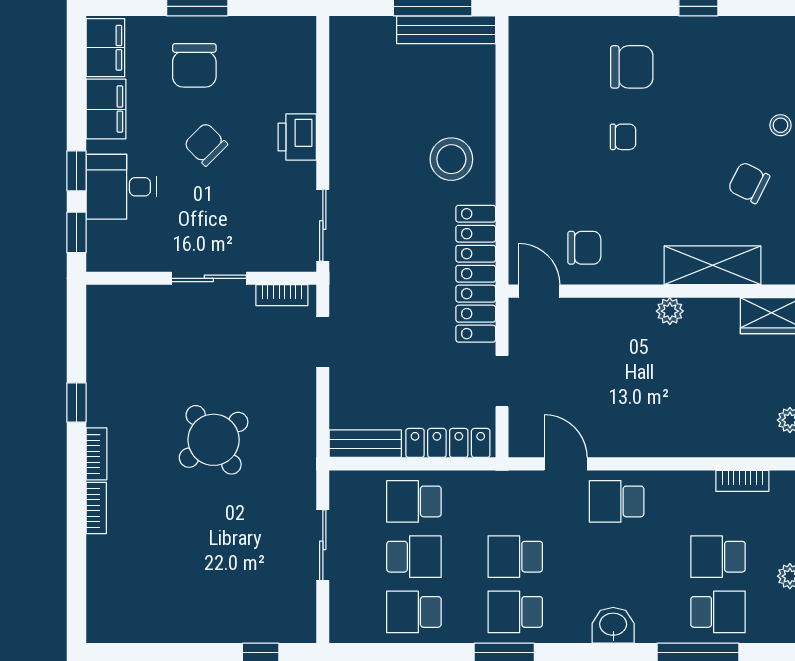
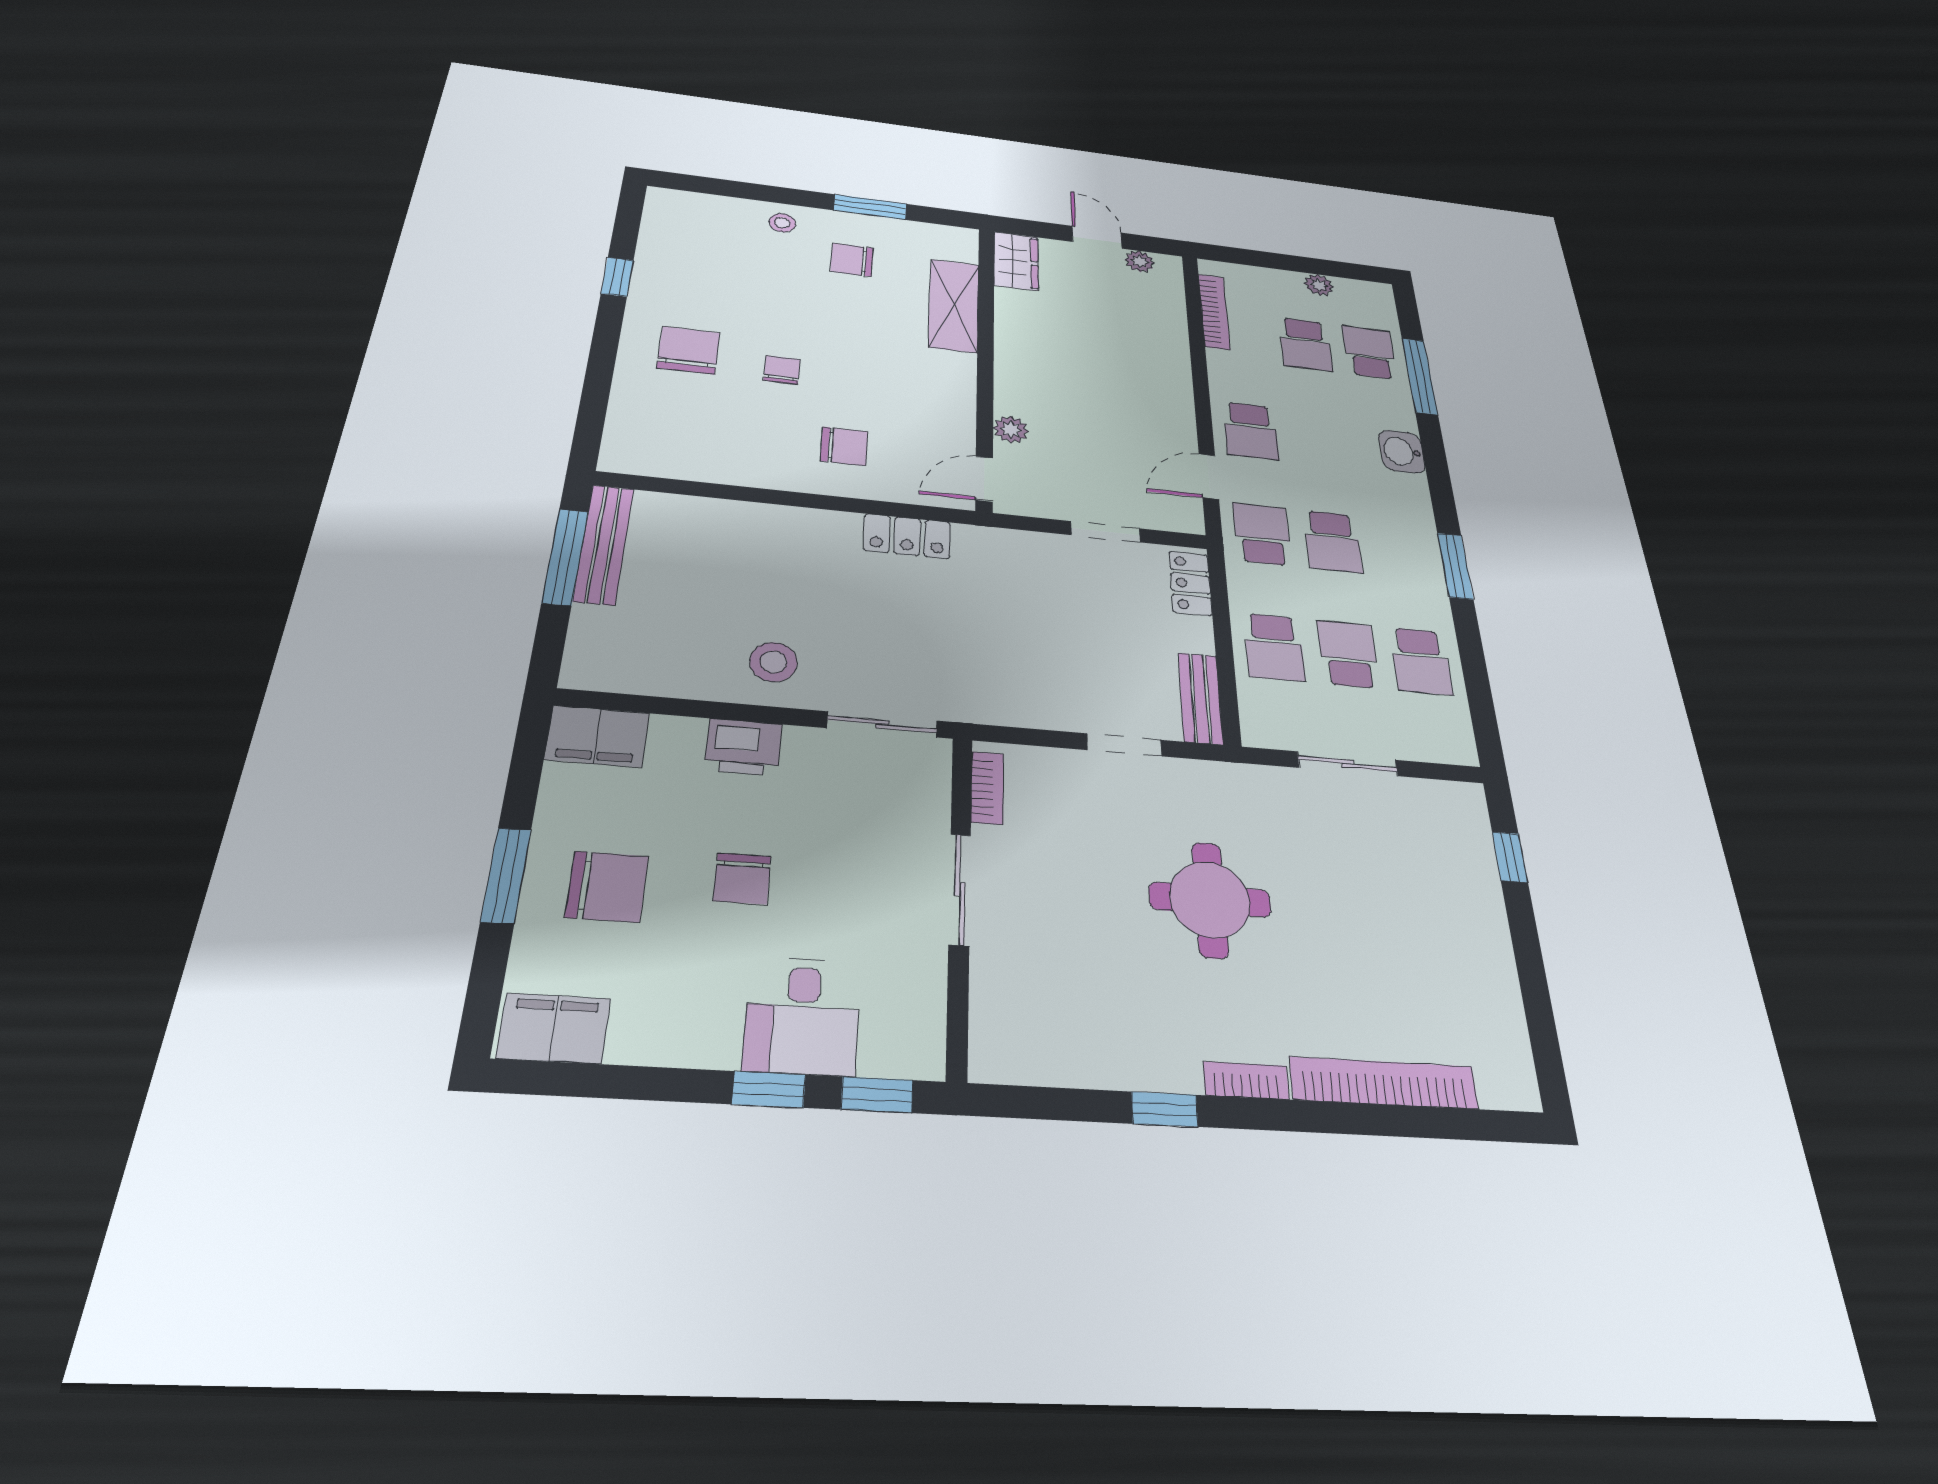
filing cabinet: (106, 109) -> (597, 736), moved, turned 180
chair: (206, 144) -> (742, 879), turned -45
stool: (451, 159) -> (773, 662), moved, width x0.73, depth x0.73
chair: (749, 183) -> (852, 260), turned 63
chair: (584, 248) -> (844, 446), moved, turned 90
locker: (476, 274) -> (907, 536), width x0.46, depth x0.83
plant: (670, 311) -> (1011, 429), moved
doorway: (323, 342) -> (1124, 745), moved
round table: (214, 440) -> (1210, 900), turned 36
locker: (448, 443) -> (1191, 583), width x0.66
bookcase: (742, 481) -> (1214, 312), width x1.56
bookcase: (96, 508) -> (1384, 1083), width x2.31, depth x1.31
school desk: (515, 612) -> (1262, 534), moved, turned 180

